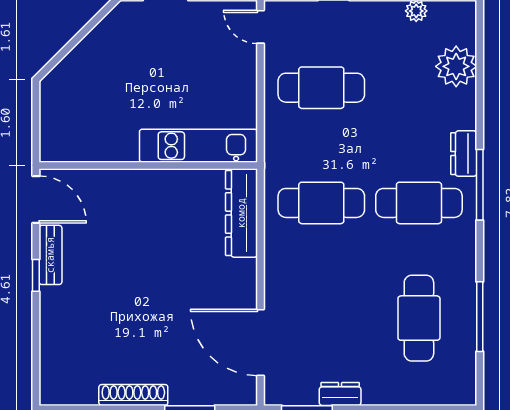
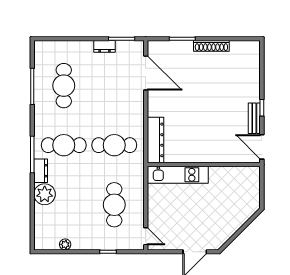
plant: (456, 66) -> (45, 194), moved
cafe table: (321, 88) -> (114, 205), turned 90

